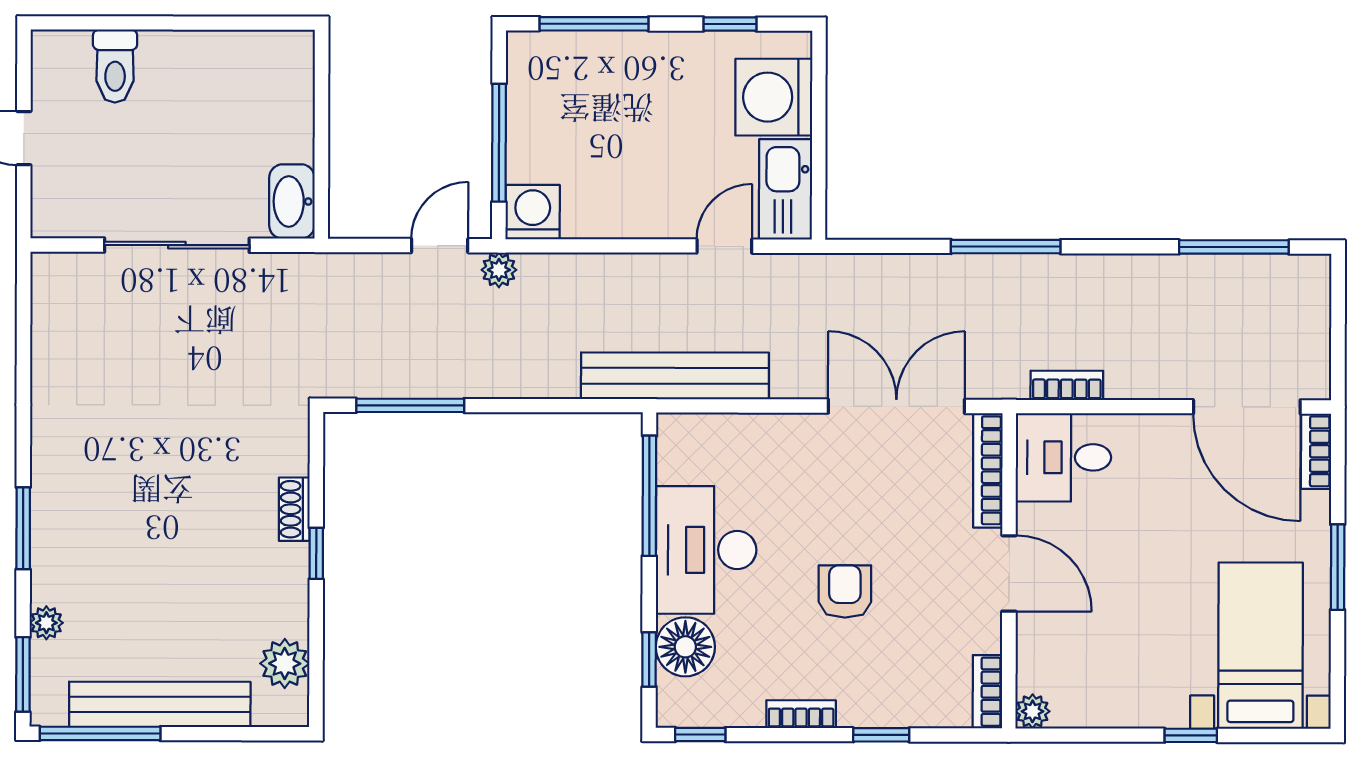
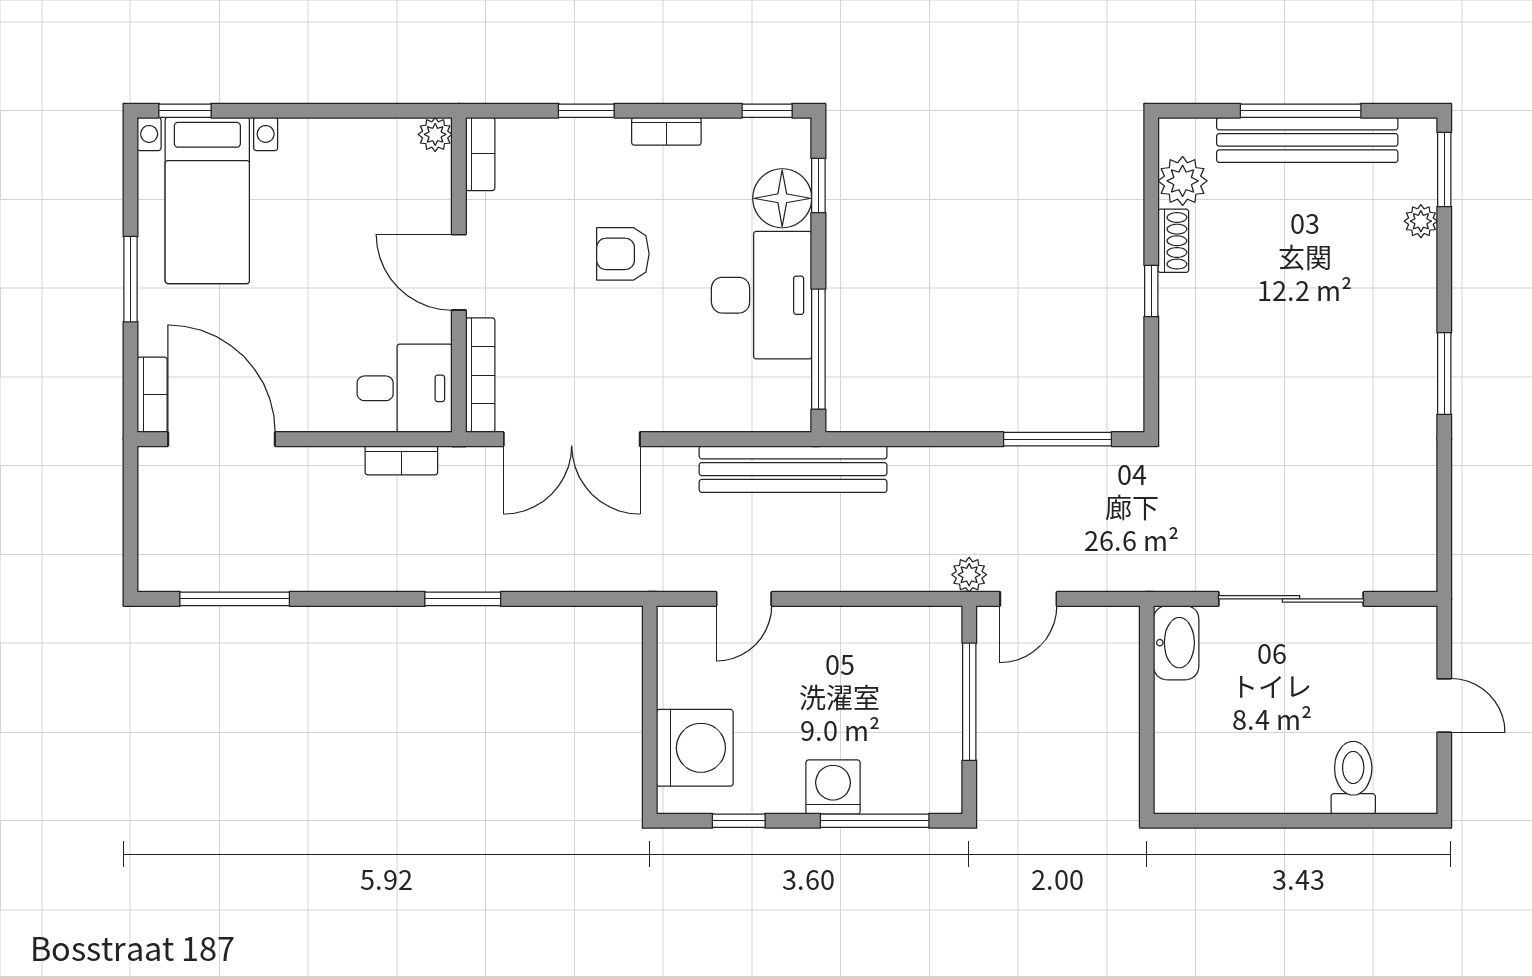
kitchen sink: (786, 189) -> (683, 656), removed
washing machine: (533, 212) -> (833, 787), moved, turned 180
window: (1006, 247) -> (463, 599), width x0.69
shoe rack: (294, 509) -> (1173, 241), moved
window: (23, 528) -> (1444, 374), moved
armchair: (845, 591) -> (623, 254), turned 90
window: (100, 733) -> (1301, 111), moved
window: (1191, 735) -> (185, 111), moved

